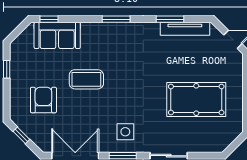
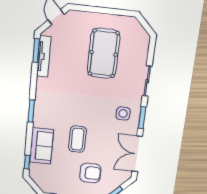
window: (170, 19) -> (36, 51), moved
sofa: (57, 35) -> (41, 146), moved
armchair: (43, 100) -> (90, 173), turned 180

